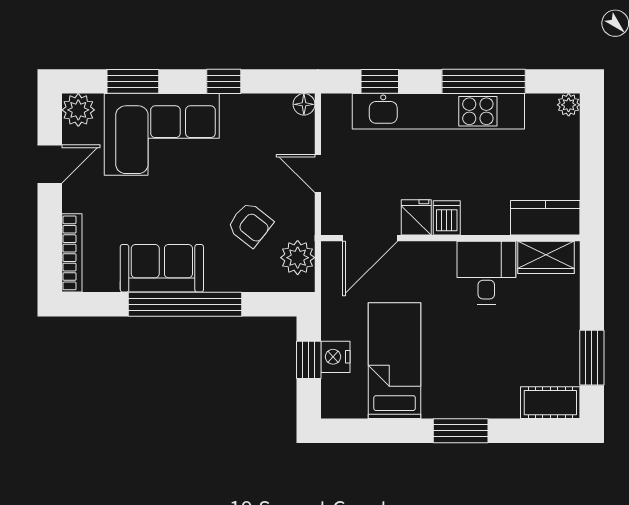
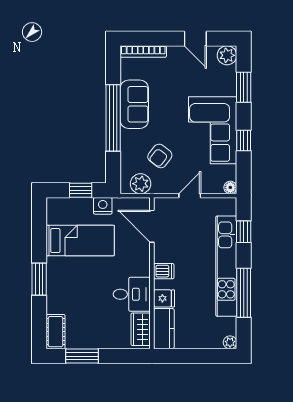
corner sofa: (162, 134) -> (213, 130), moved
fridge: (416, 217) -> (164, 298), moved
nightstand: (335, 357) -> (103, 206), moved

